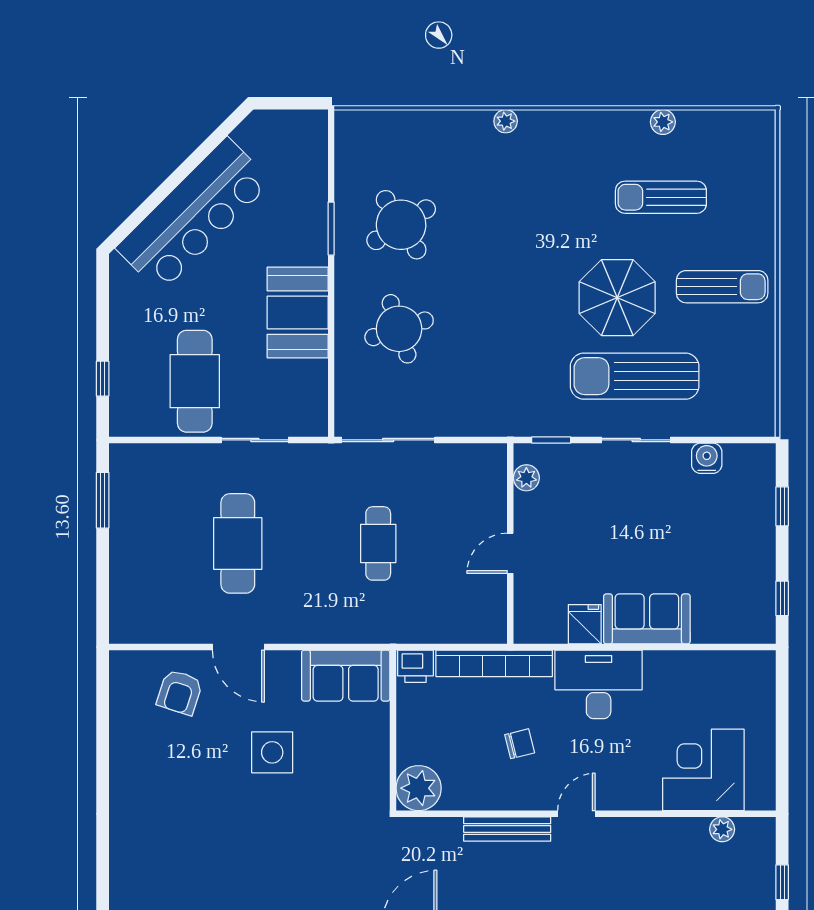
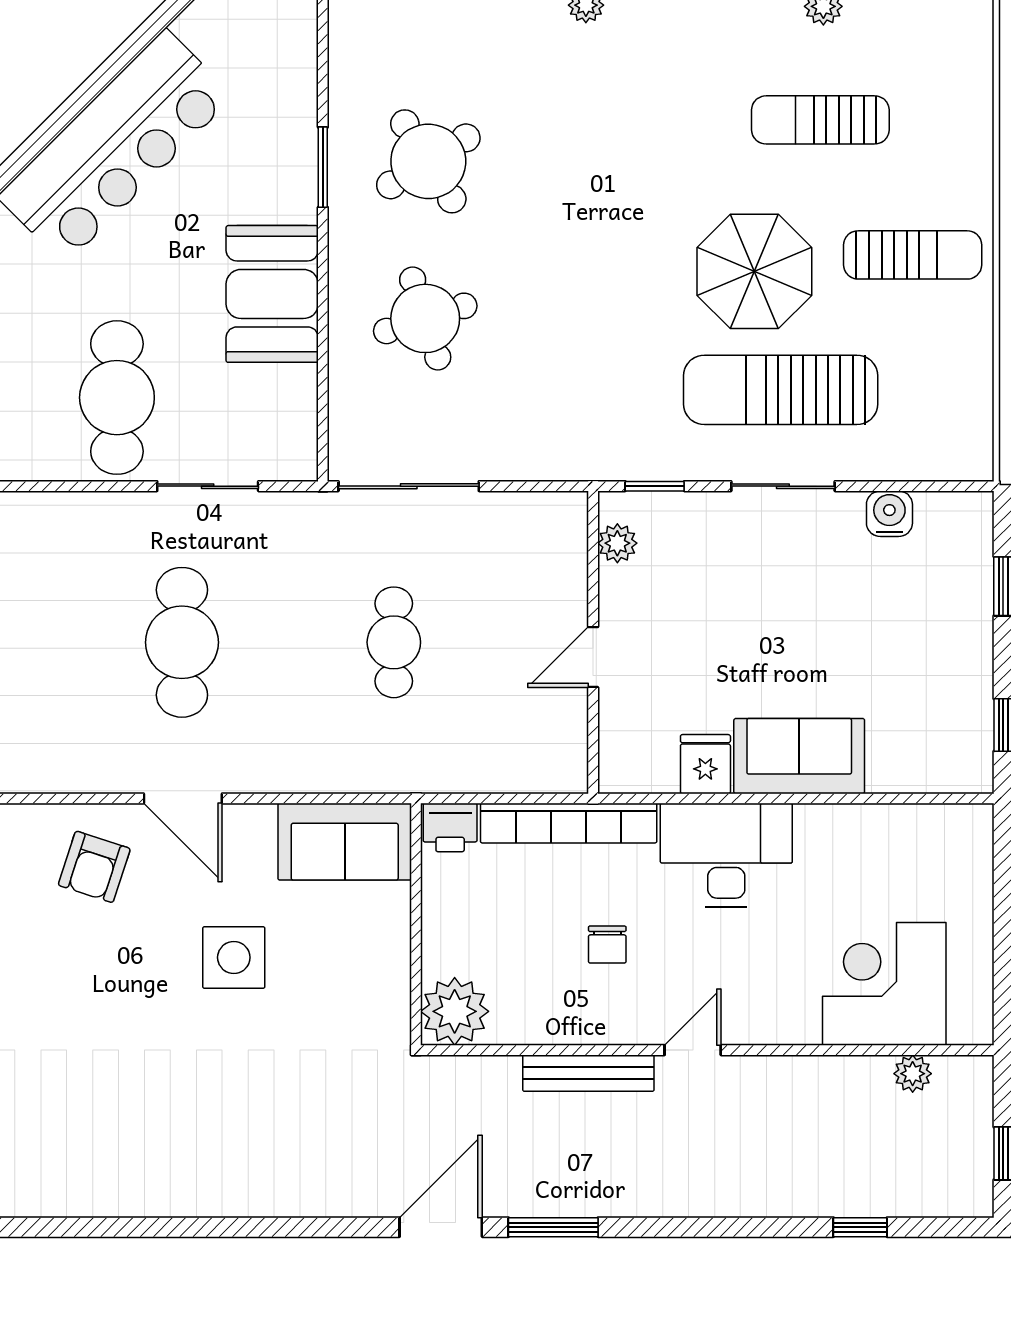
chair: (520, 744) -> (607, 944), turned 104

